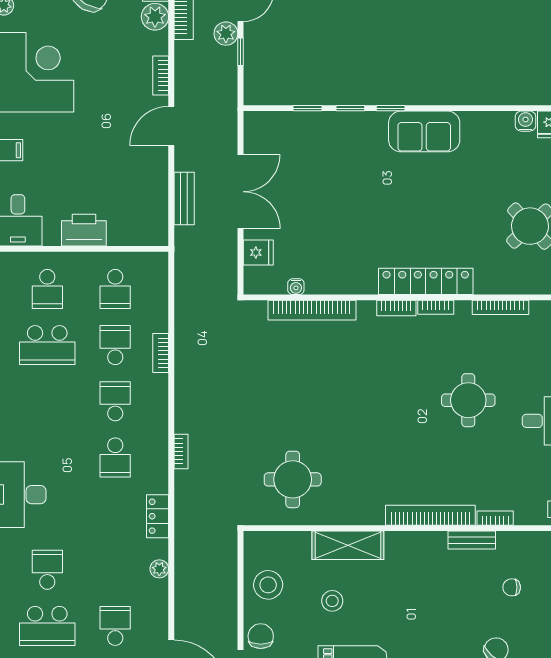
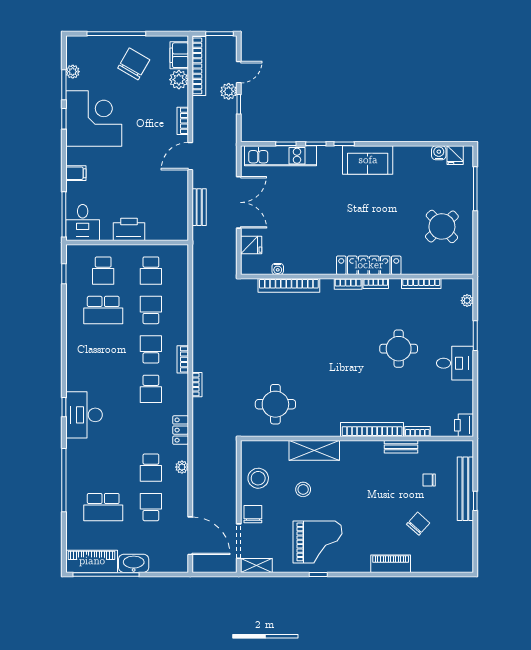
kitchen unit: (300, 125) -> (280, 156), added
bookcase: (161, 353) -> (183, 359), moved
school desk: (47, 570) -> (151, 468), moved, turned 180

